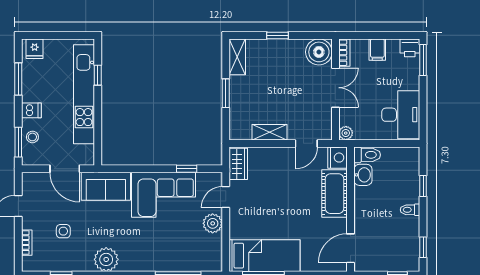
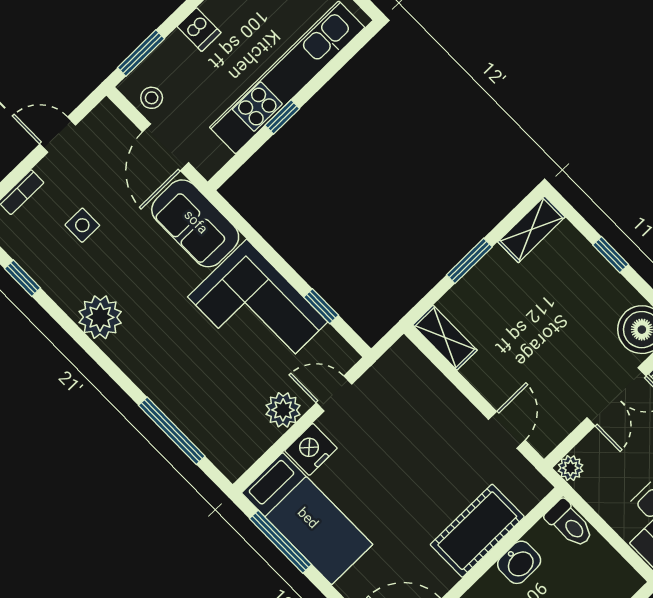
window: (98, 75) -> (282, 117), moved
shelving: (269, 132) -> (445, 338), moved
stool: (32, 137) -> (152, 98), moved
door: (306, 143) -> (507, 430), swing flipped
nightstand: (338, 158) -> (311, 449), moved, turned 180
wardrobe: (238, 164) -> (393, 367), removed
washbasin: (363, 175) -> (519, 562), moved

